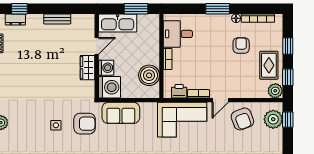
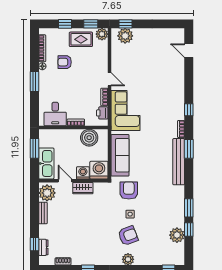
plant: (82, 24) -> (47, 193), added
sofa: (121, 113) -> (120, 155), width x1.36
armchair: (242, 119) -> (128, 236), moved

